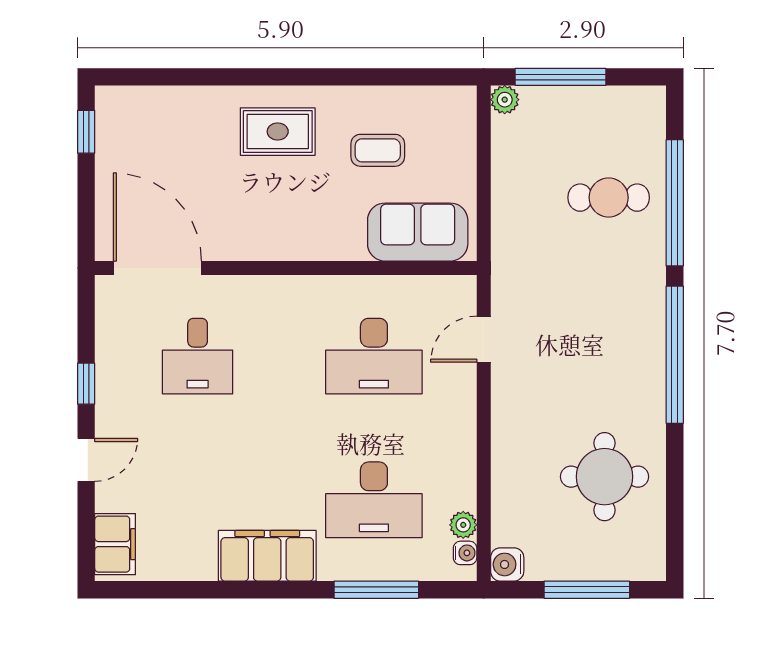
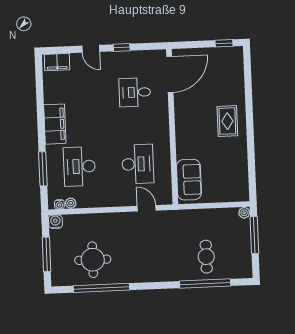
coffee table: (378, 150) -> (221, 162), removed
window: (675, 355) -> (101, 288), moved
desk: (374, 356) -> (138, 164), turned 180

